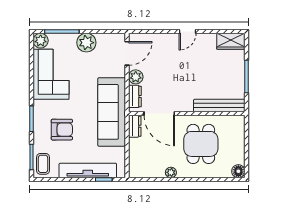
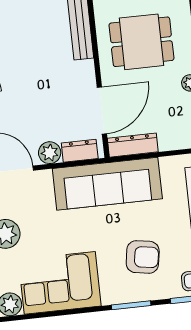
dresser: (135, 126) -> (133, 145), width x1.44
armchair: (62, 130) -> (143, 257), turned 99

